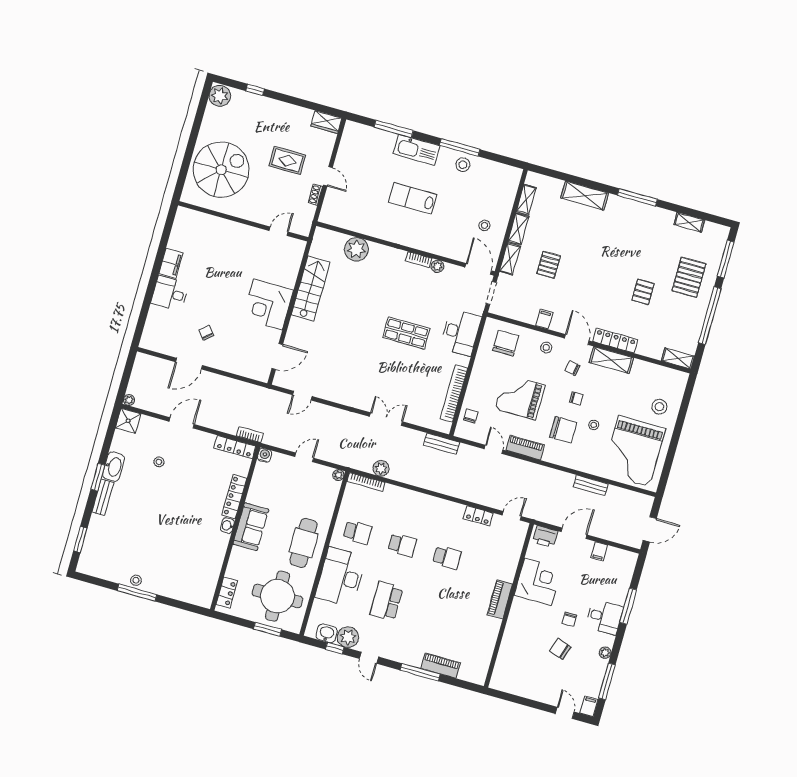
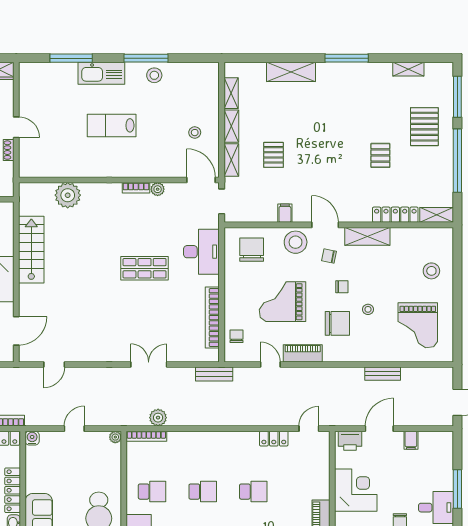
locker: (615, 341) -> (395, 215), moved
stool: (546, 347) -> (296, 242), width x1.89, depth x1.89
grand piano: (634, 451) -> (418, 325), width x0.73, depth x0.68

